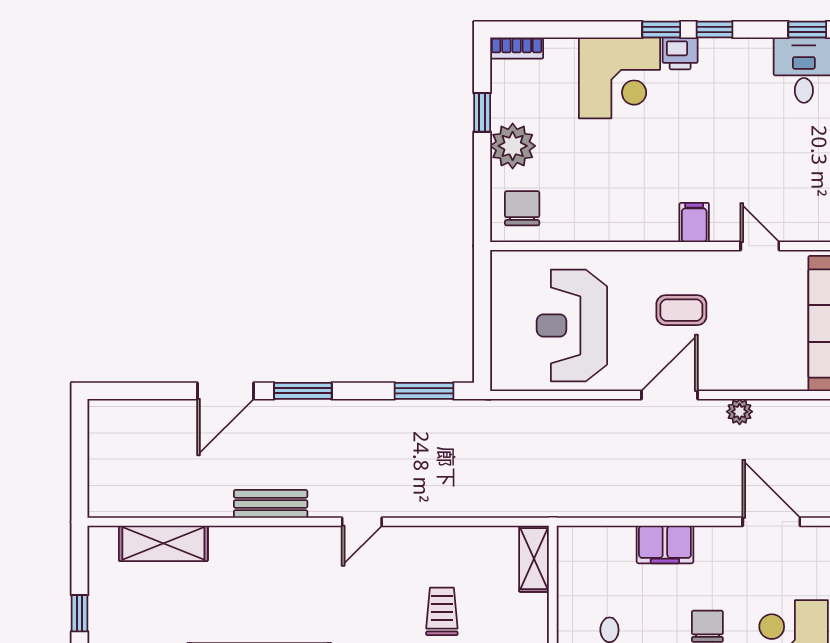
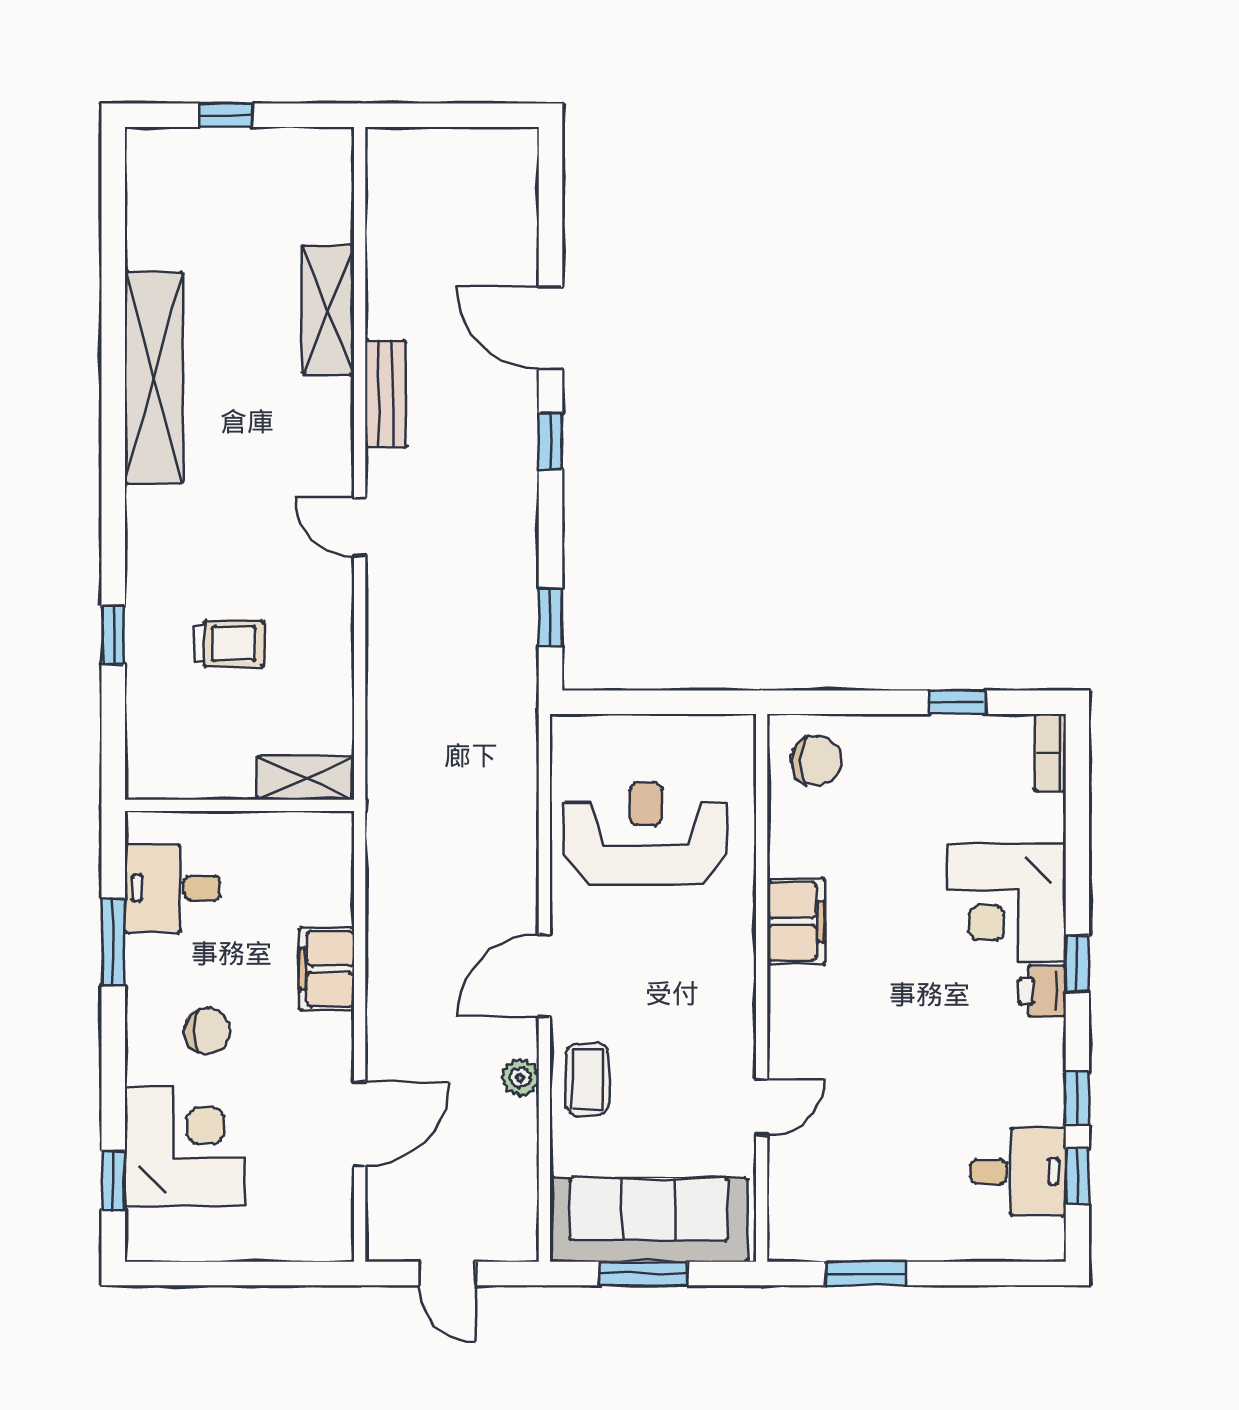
window: (715, 29) -> (1077, 1098), moved
plant: (513, 146) -> (907, 747), removed
filing cabinet: (694, 222) -> (796, 921), moved, width x2.00
coffee table: (681, 310) -> (587, 1079), moved
window: (303, 391) -> (550, 441), width x0.67
window: (424, 391) -> (550, 618), width x0.67
door: (670, 395) -> (544, 976), swing flipped
shelving: (163, 543) -> (328, 310), moved

